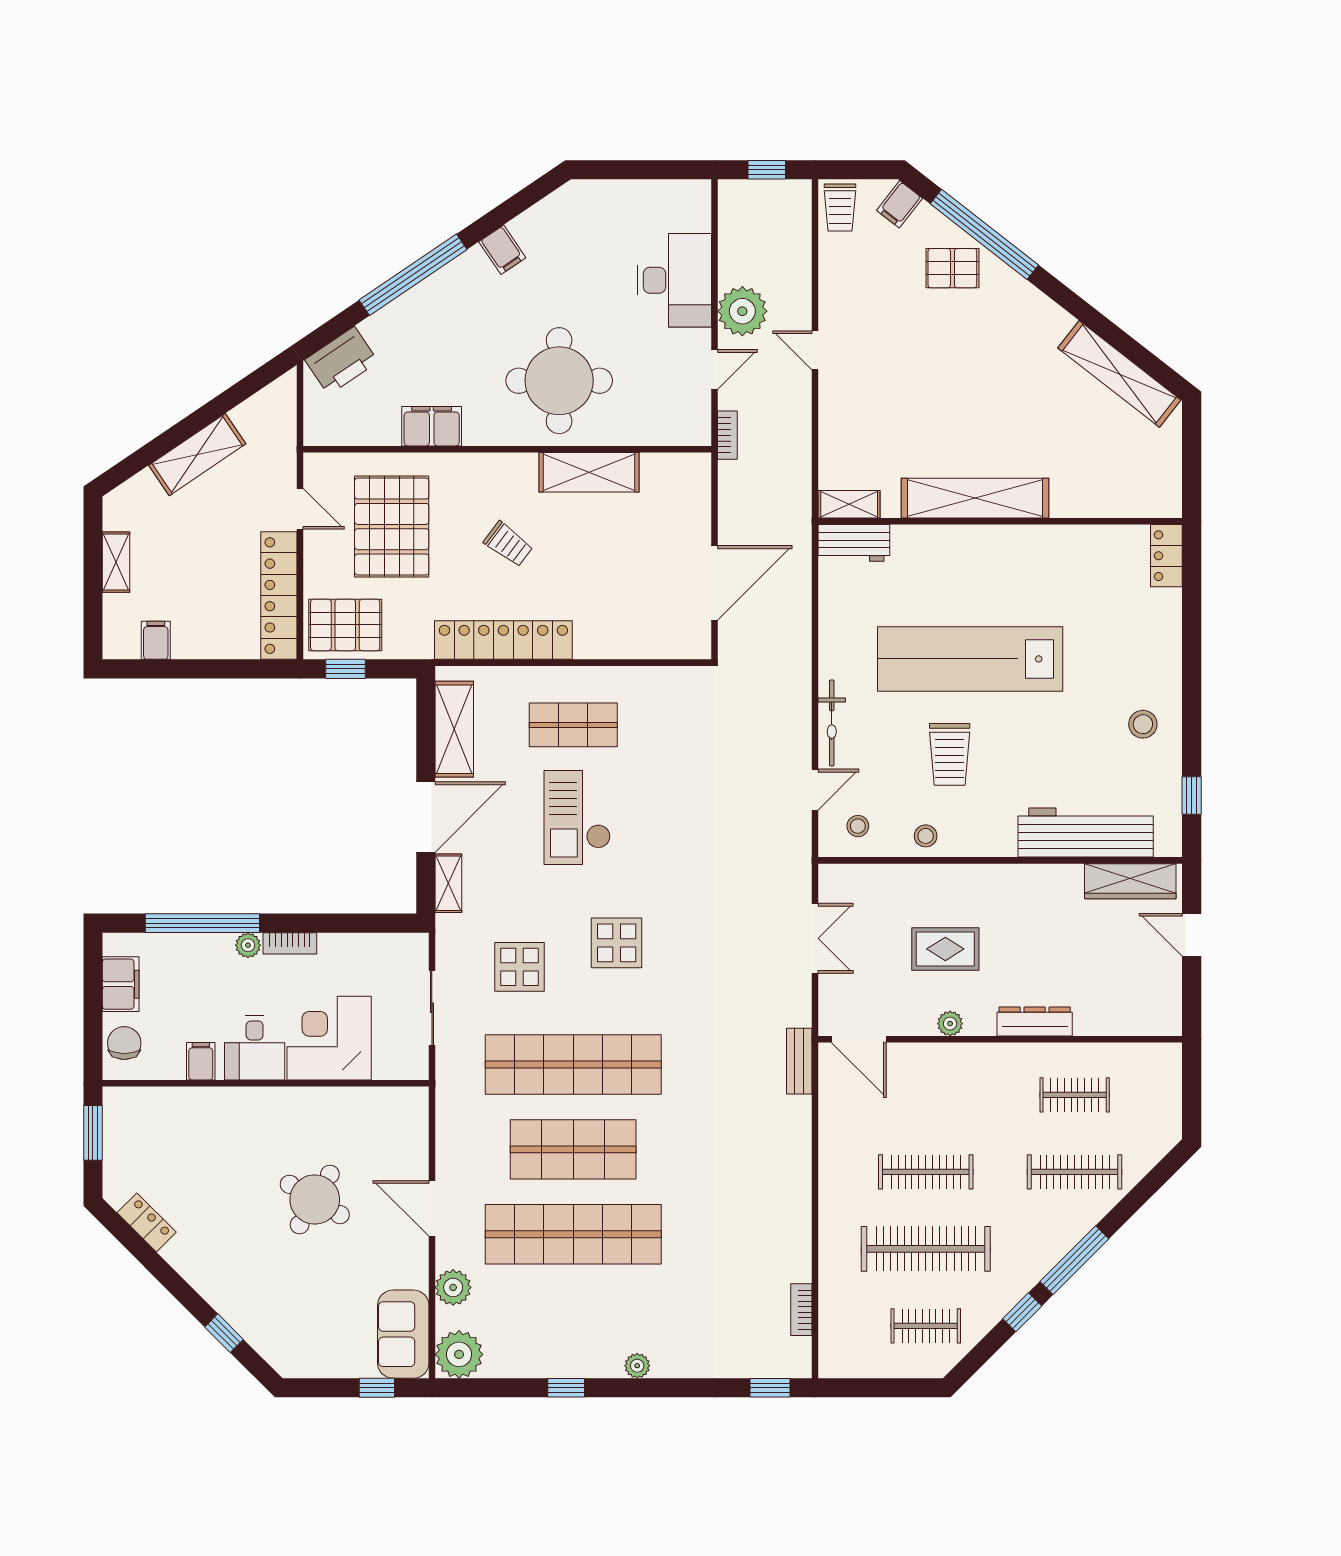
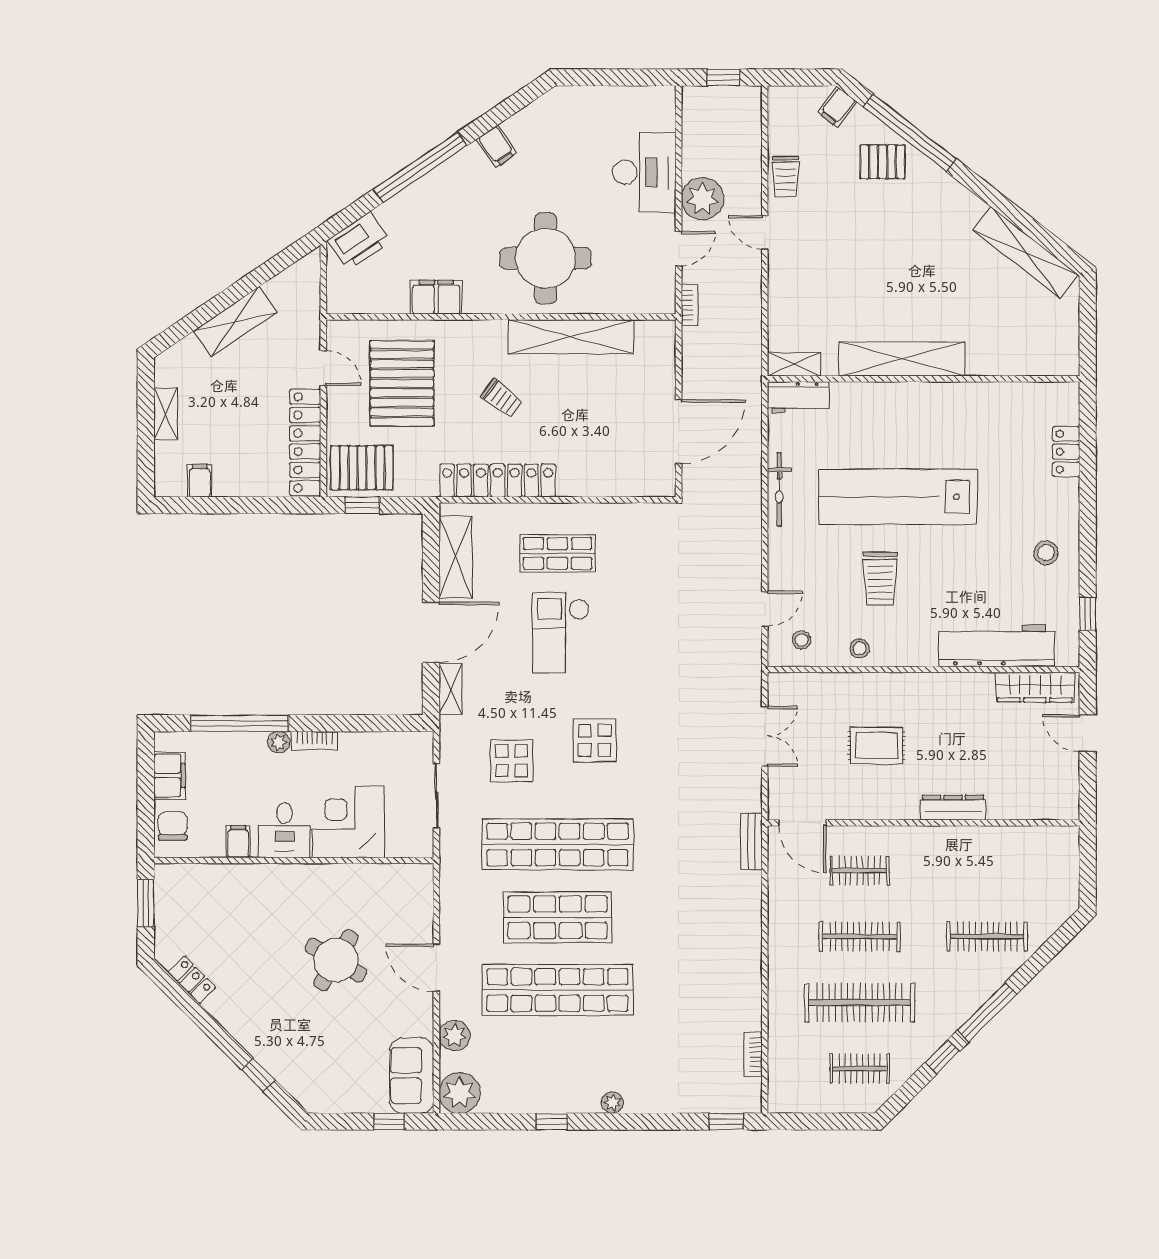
trolley: (840, 208) -> (786, 177), moved
shelving: (589, 472) -> (571, 337), width x1.47
locker: (1166, 556) -> (1066, 452), moved
bicycle: (832, 723) -> (779, 490), moved
plant: (950, 1024) -> (881, 809), removed
clothes rail: (1075, 1095) -> (860, 871), moved

